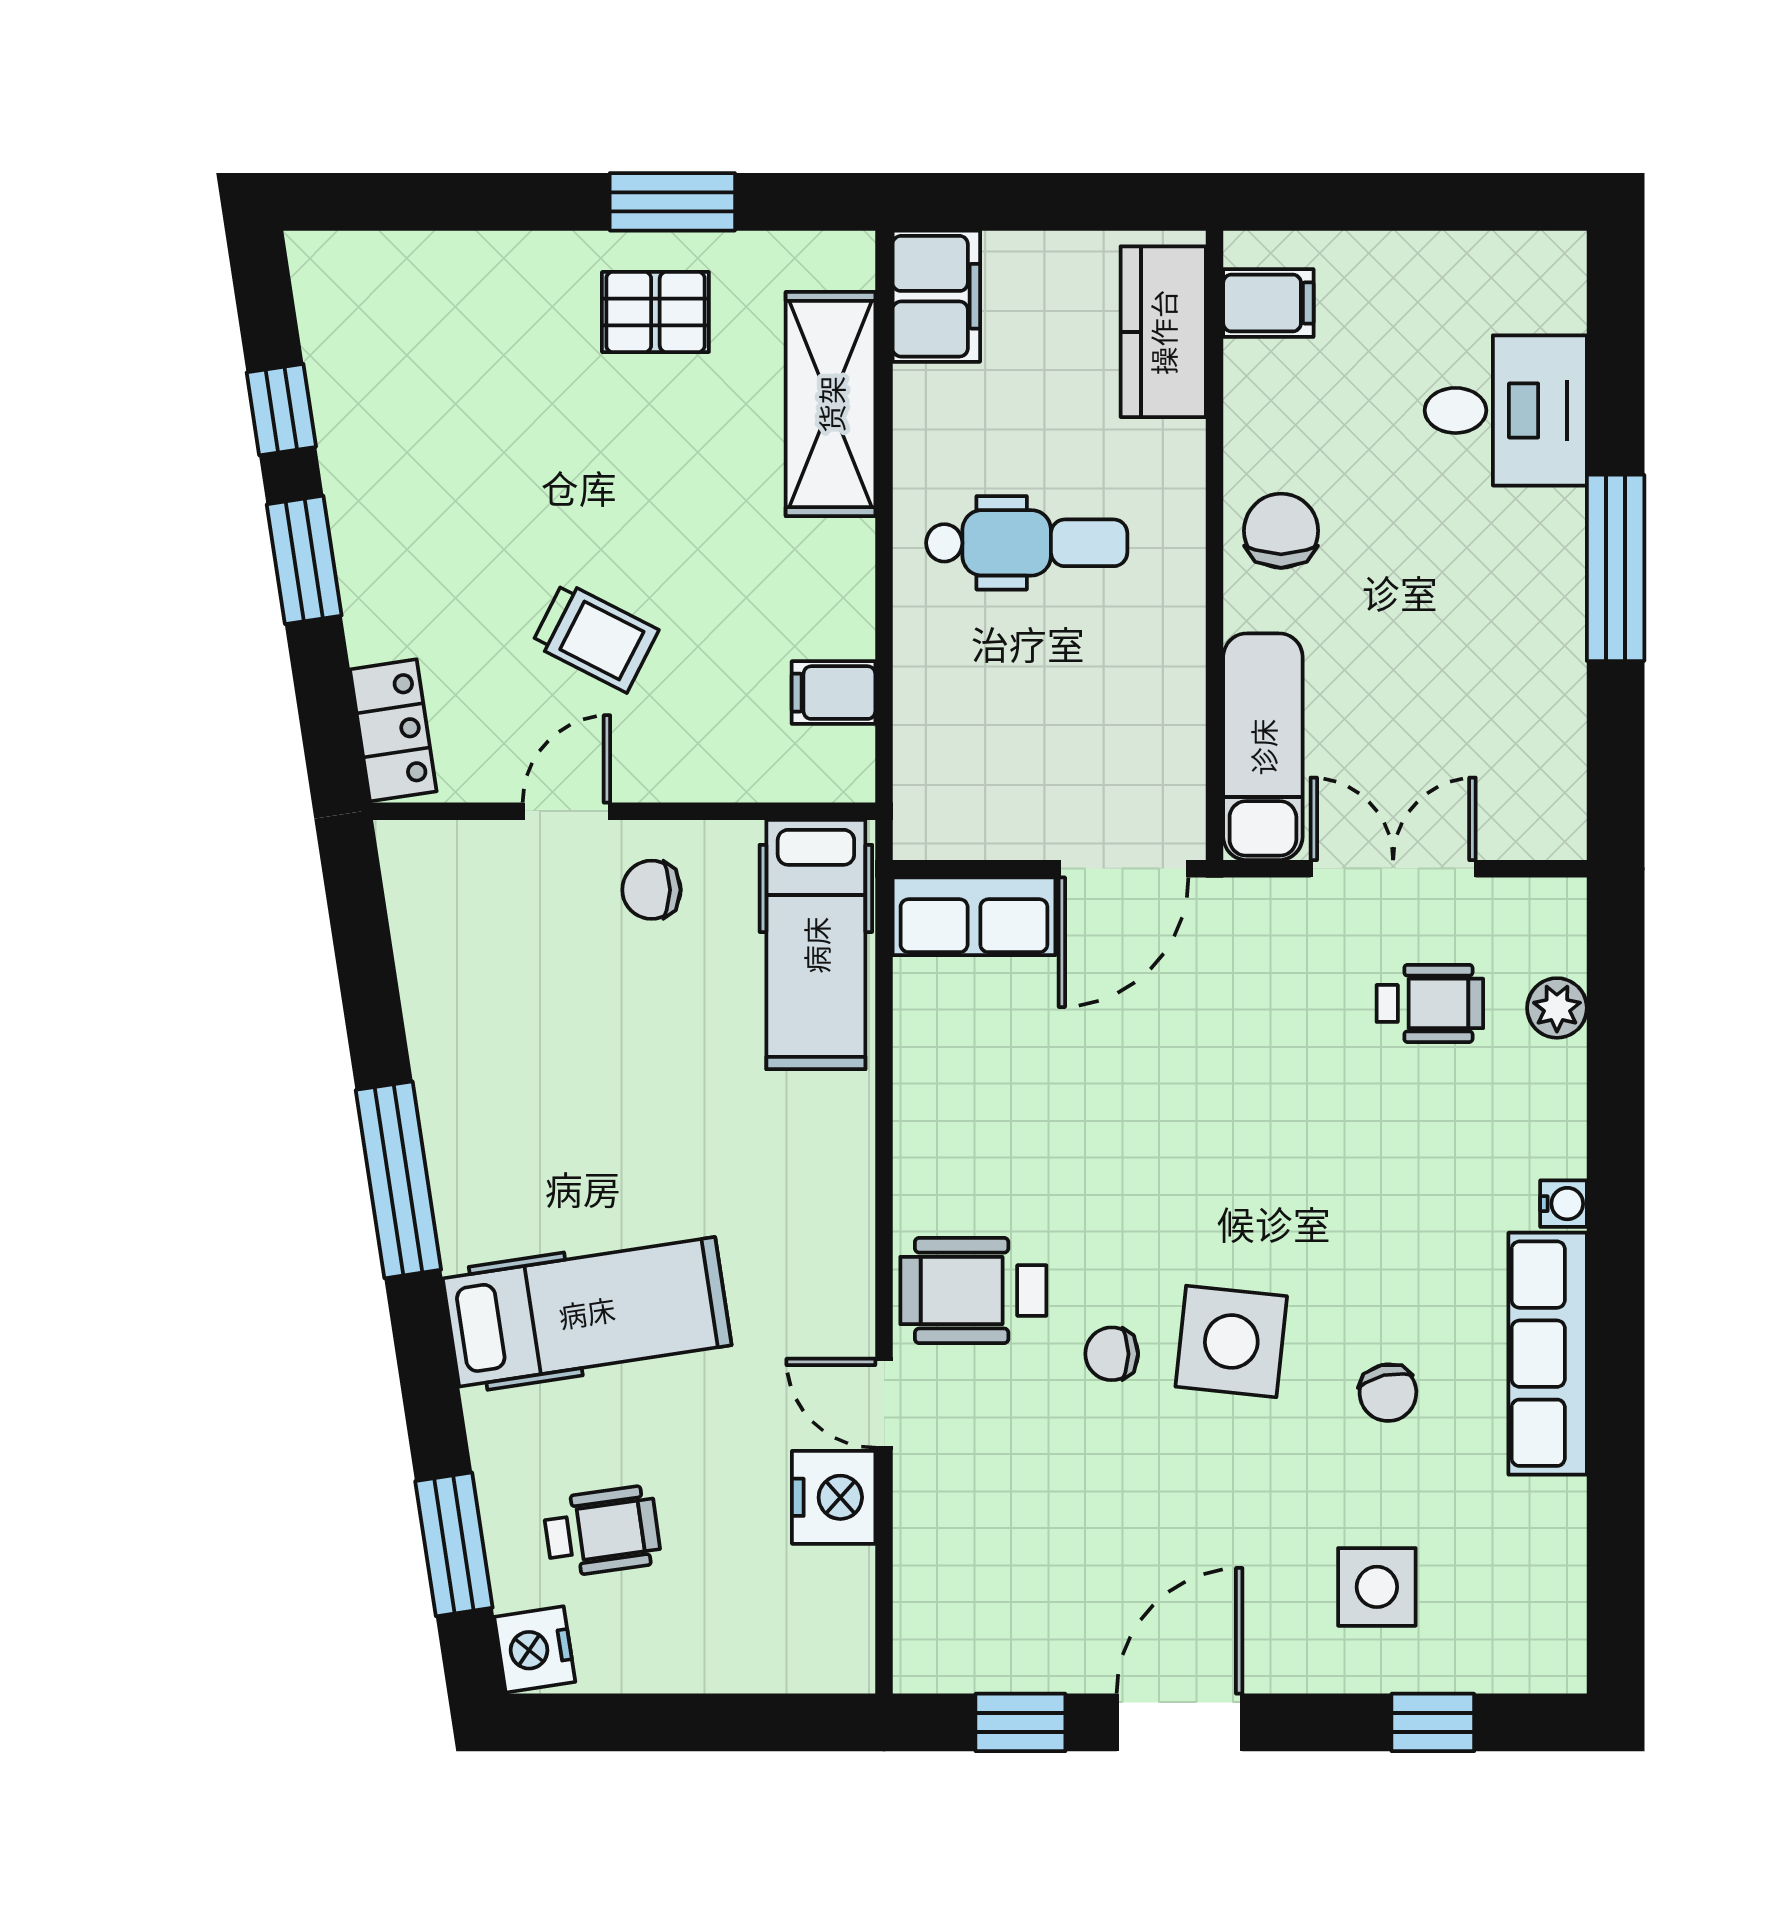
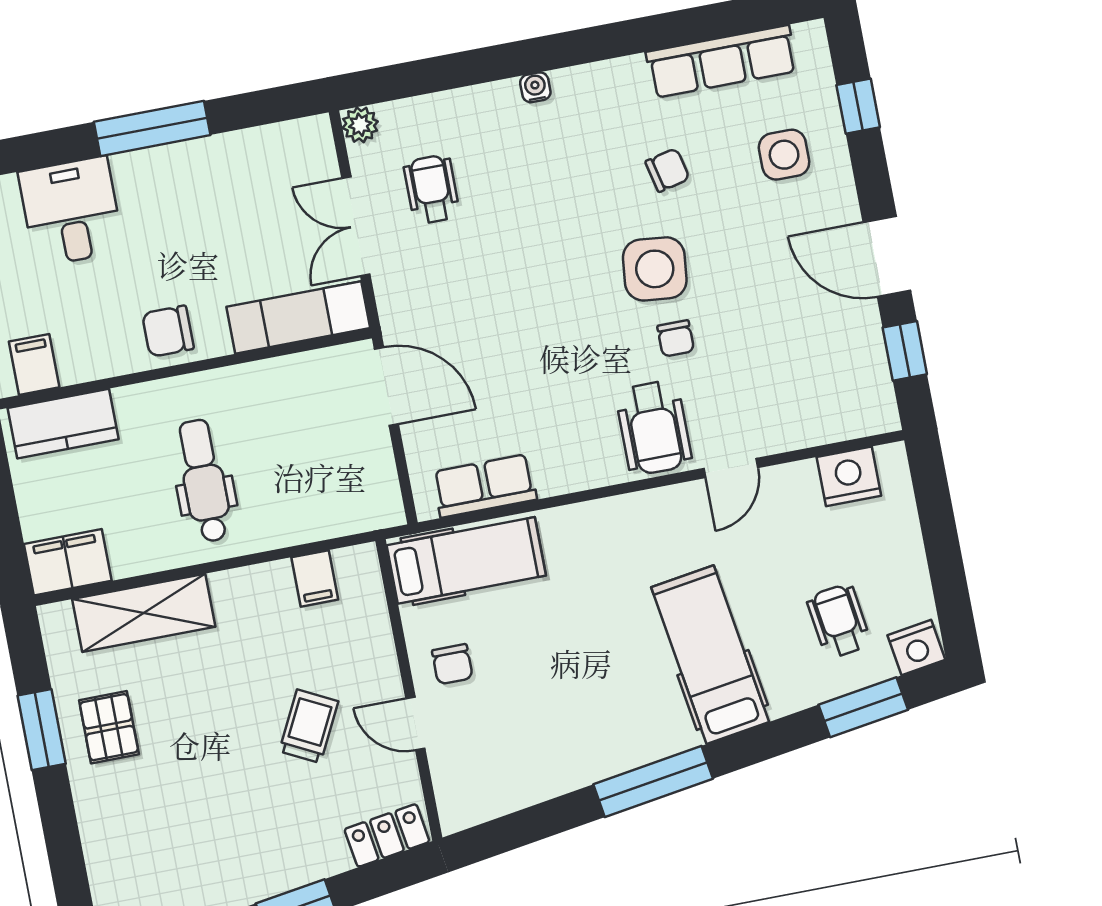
row of seats: (974, 916) -> (484, 486), moved, turned -90
plant: (1557, 1008) -> (360, 125), moved
row of seats: (1548, 1354) -> (722, 62), moved
nightstand: (834, 1497) -> (849, 476), moved

